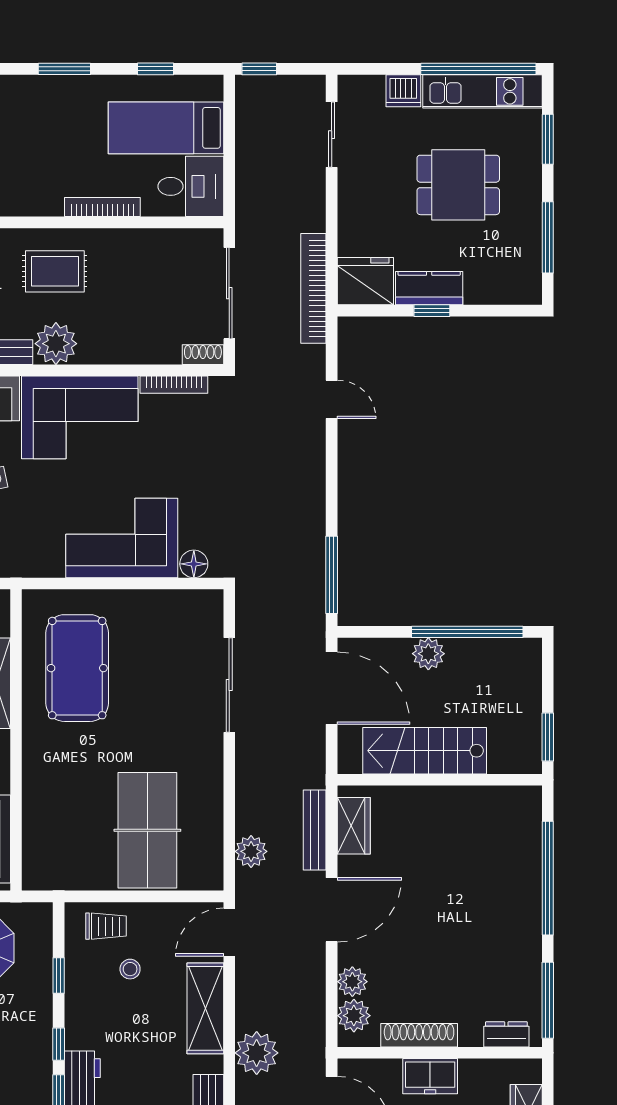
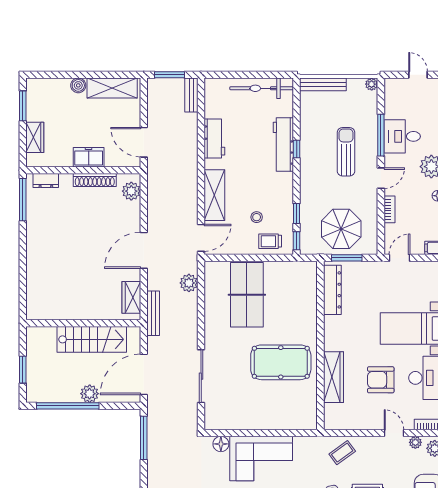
pool table: (77, 668) -> (281, 362), moved, turned 90
door: (332, 688) -> (144, 374), hinge flipped
window: (548, 737) -> (23, 370), moved
bench: (315, 830) -> (153, 313), moved
window: (548, 878) -> (23, 268), removed
plant: (352, 982) -> (132, 210), removed
window: (59, 1044) -> (297, 241), moved
plant: (257, 1053) -> (186, 170), removed

